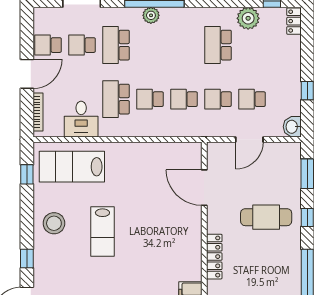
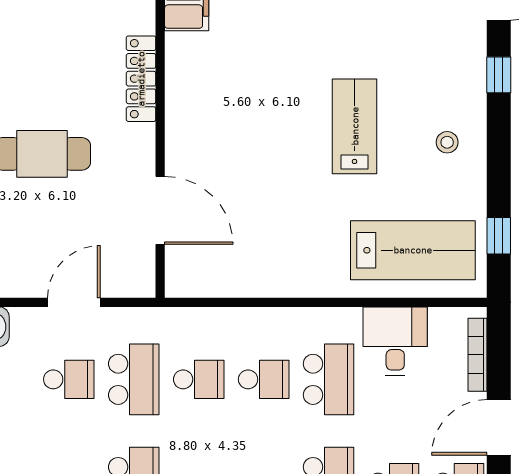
school desk: (218, 99) -> (134, 379), width x1.85
stool: (54, 223) -> (447, 142), width x0.53, depth x0.53

